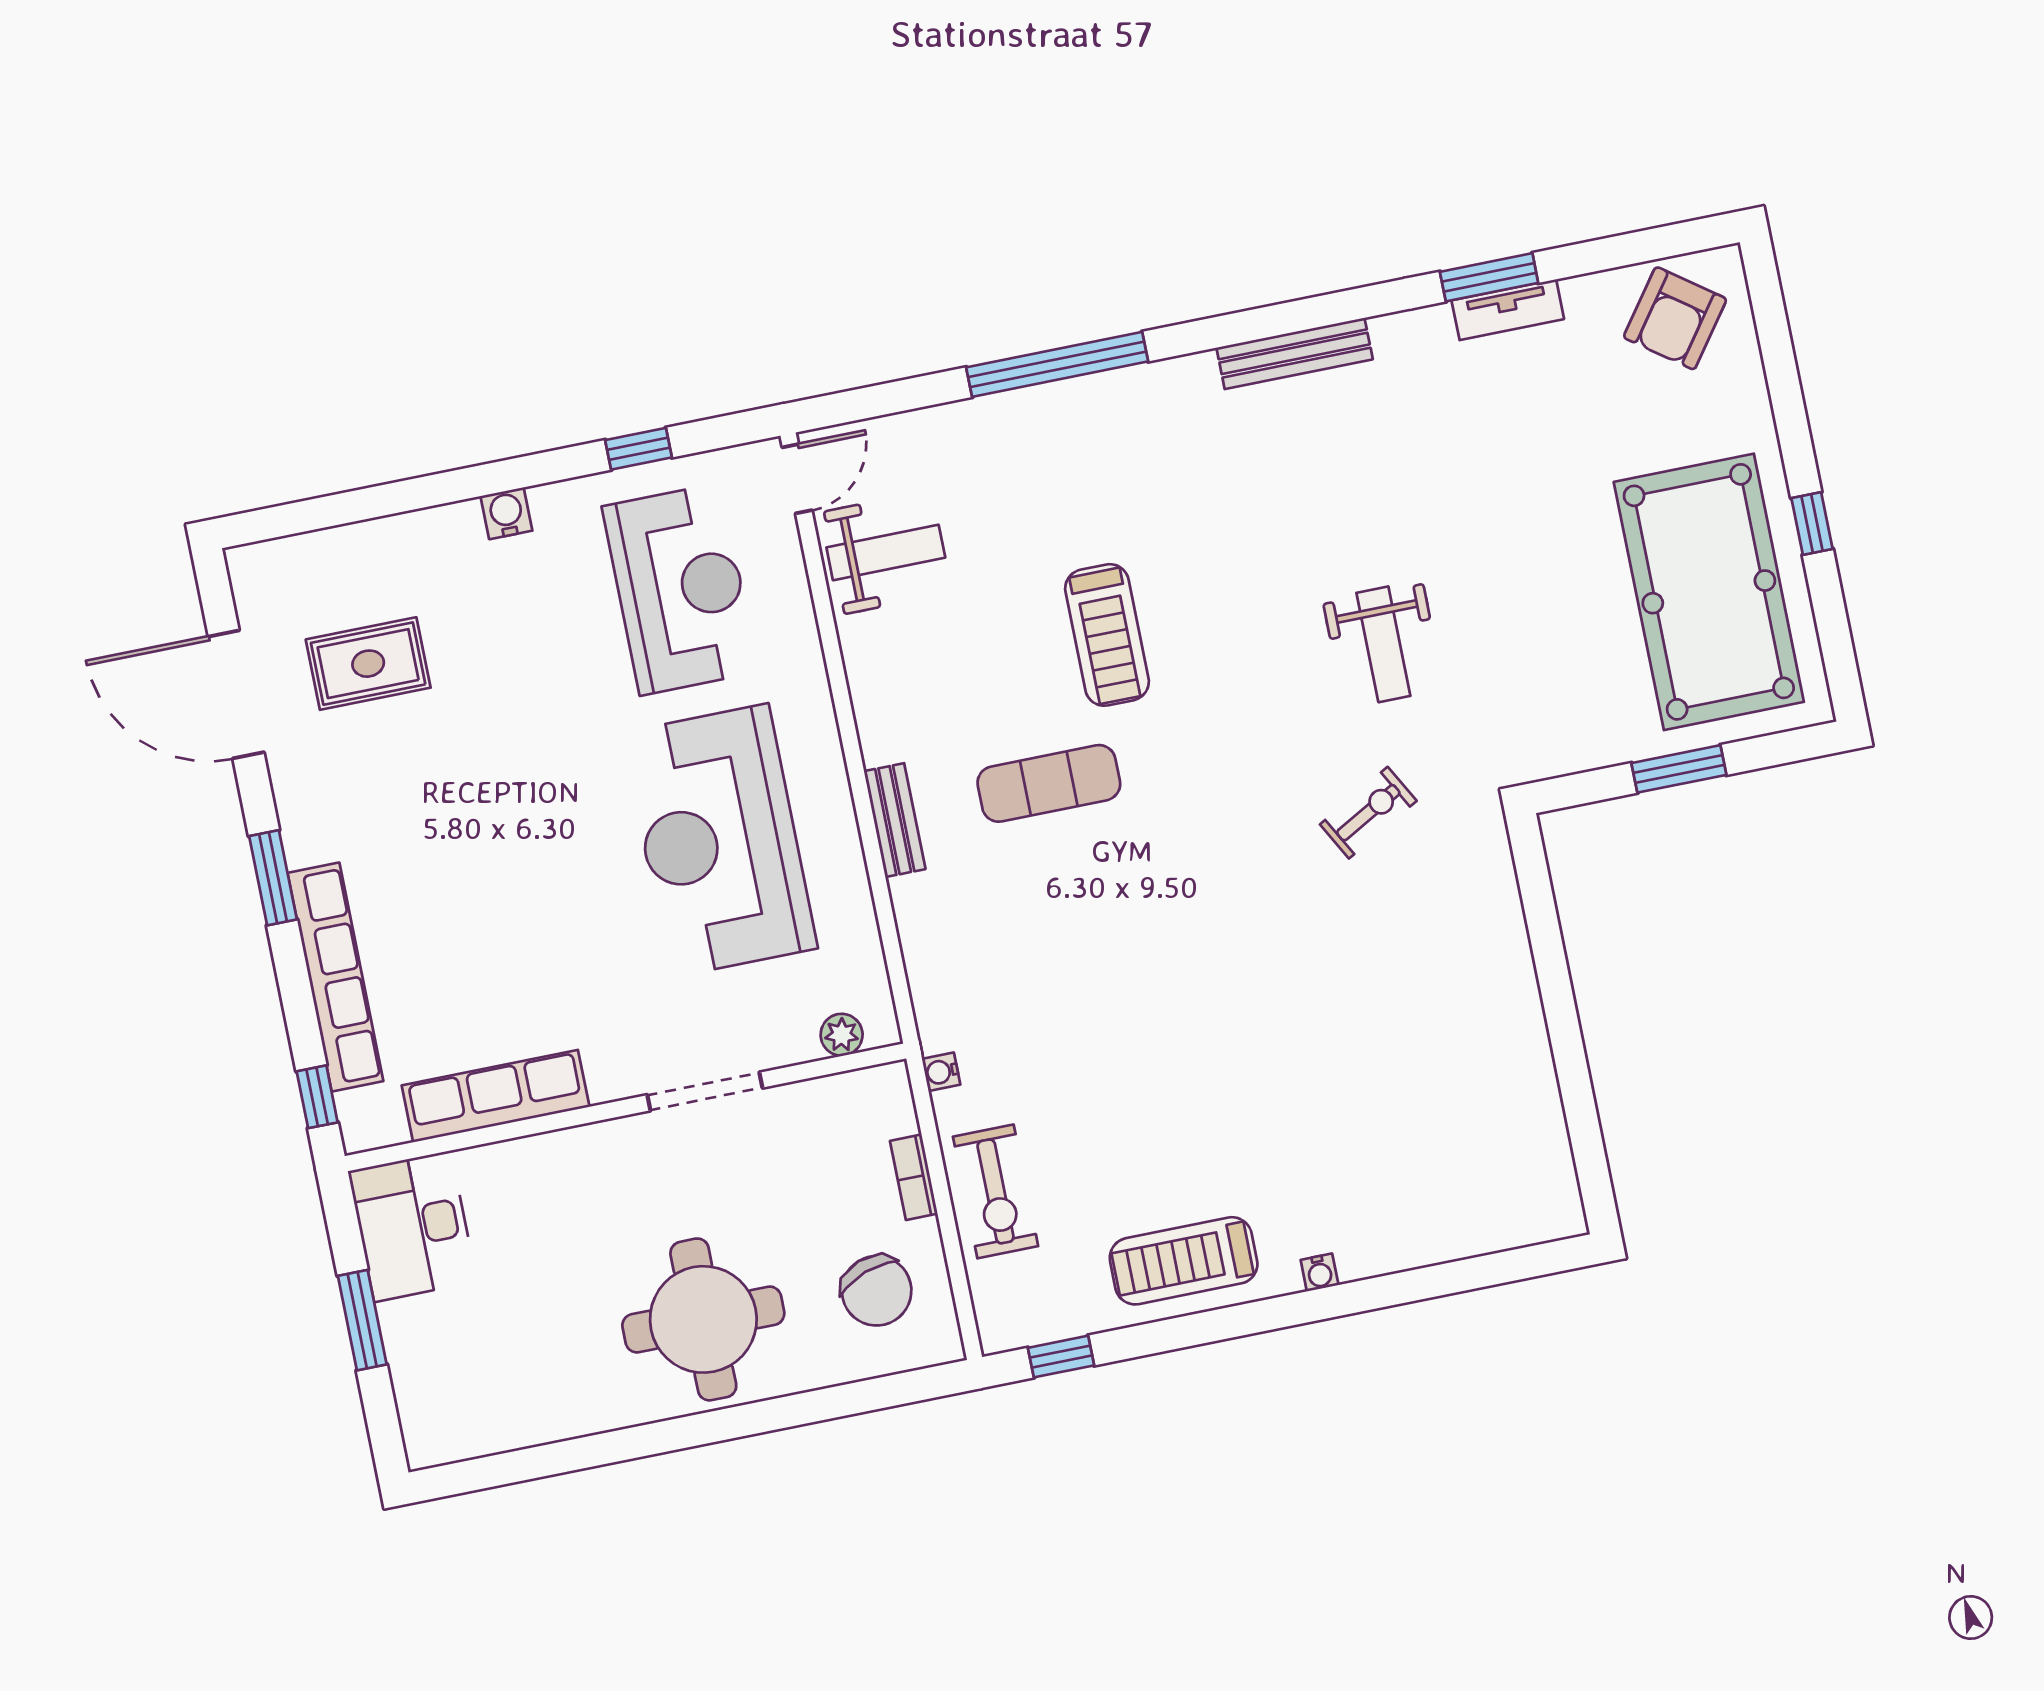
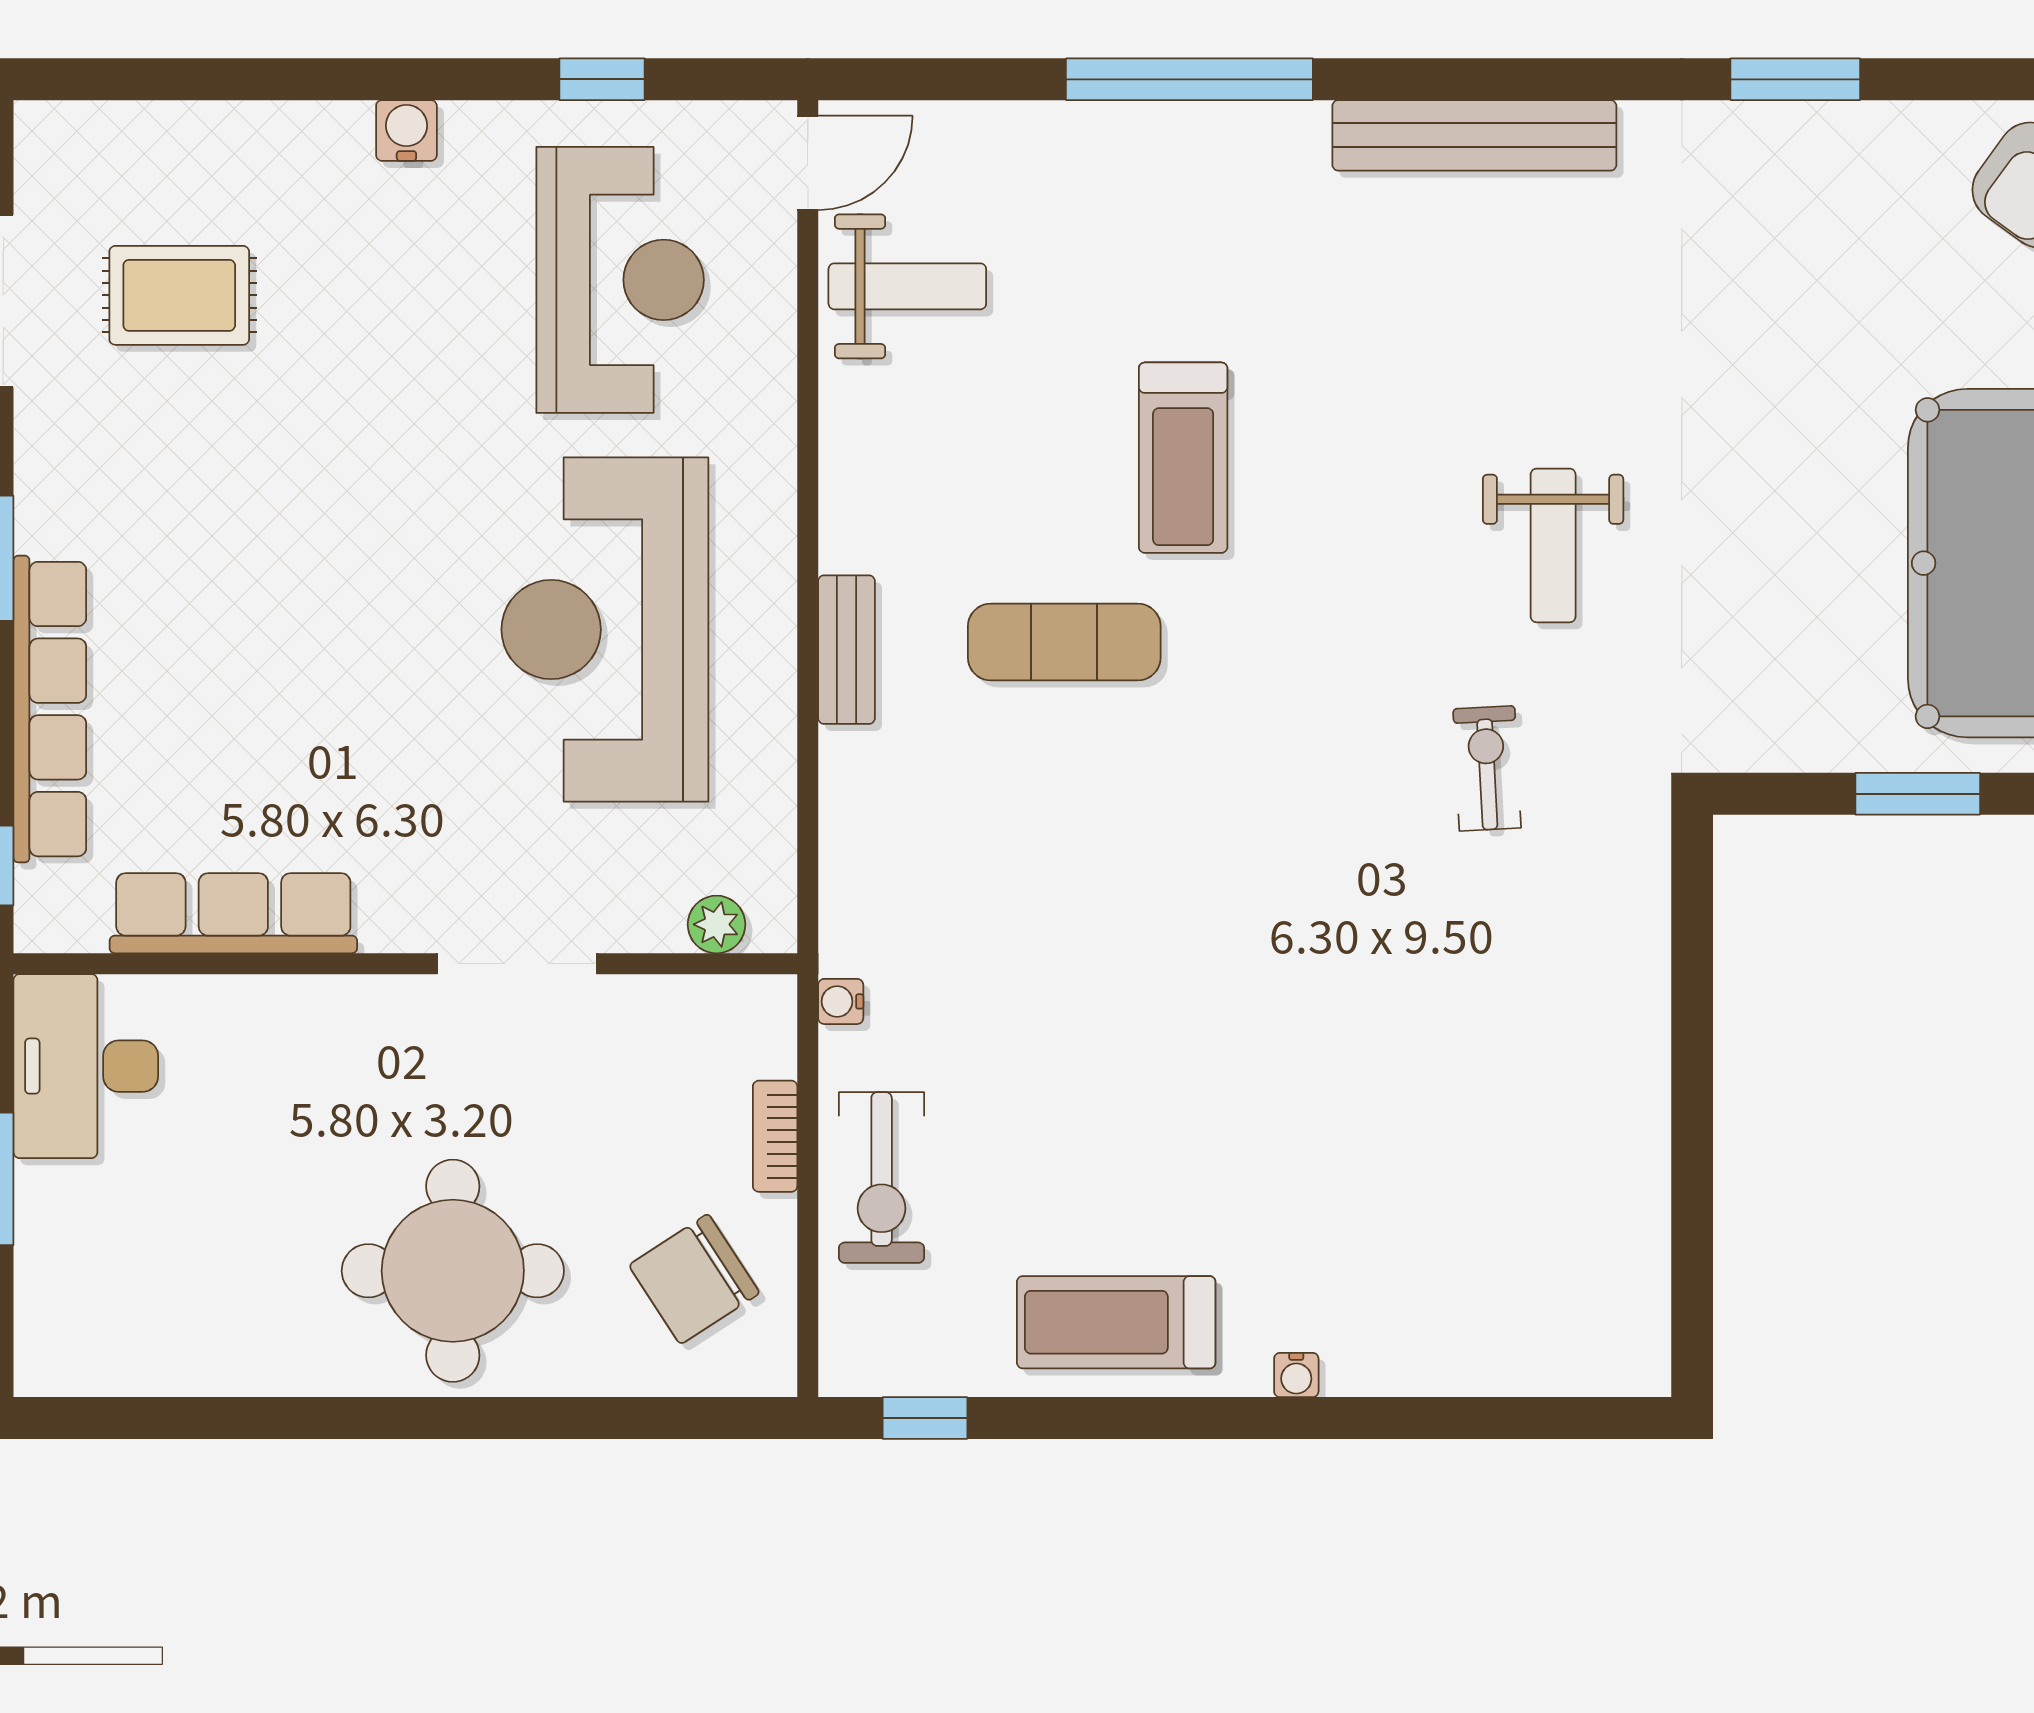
tv unit: (1508, 310) -> (1812, 128), removed
bench: (1295, 353) -> (1474, 135), width x1.37, depth x1.21
exercise bike: (1368, 813) -> (1487, 768), turned -64
chair: (877, 1291) -> (694, 1279), turned 77

